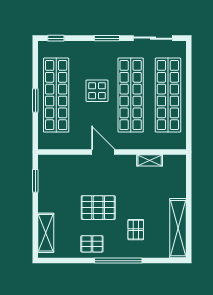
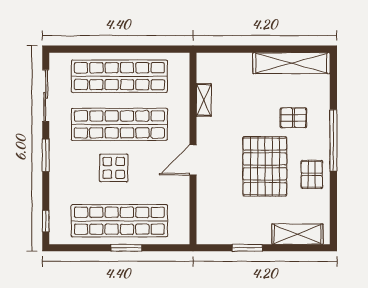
window: (35, 181) -> (247, 248), moved
pallet: (98, 208) -> (265, 166), width x1.37, depth x1.41

